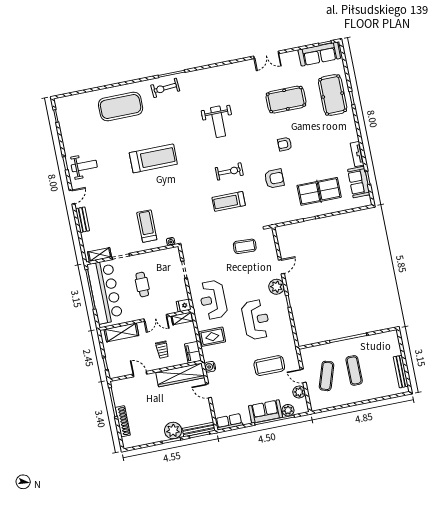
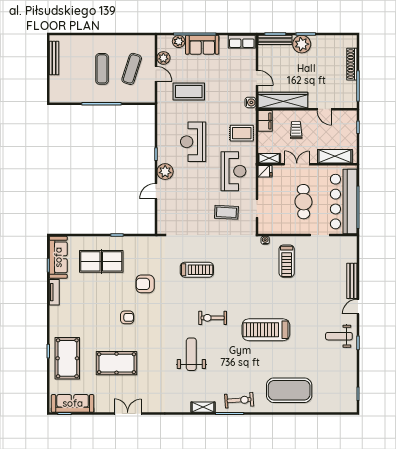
exercise bike: (229, 171) -> (213, 318), moved
sofa: (359, 182) -> (58, 257), width x1.36
bench: (82, 220) -> (352, 281), width x1.36
coffee table: (245, 246) -> (226, 212), moved
shelving: (100, 254) -> (203, 407), moved
cafe table: (142, 285) -> (303, 202), width x1.37, depth x1.35

